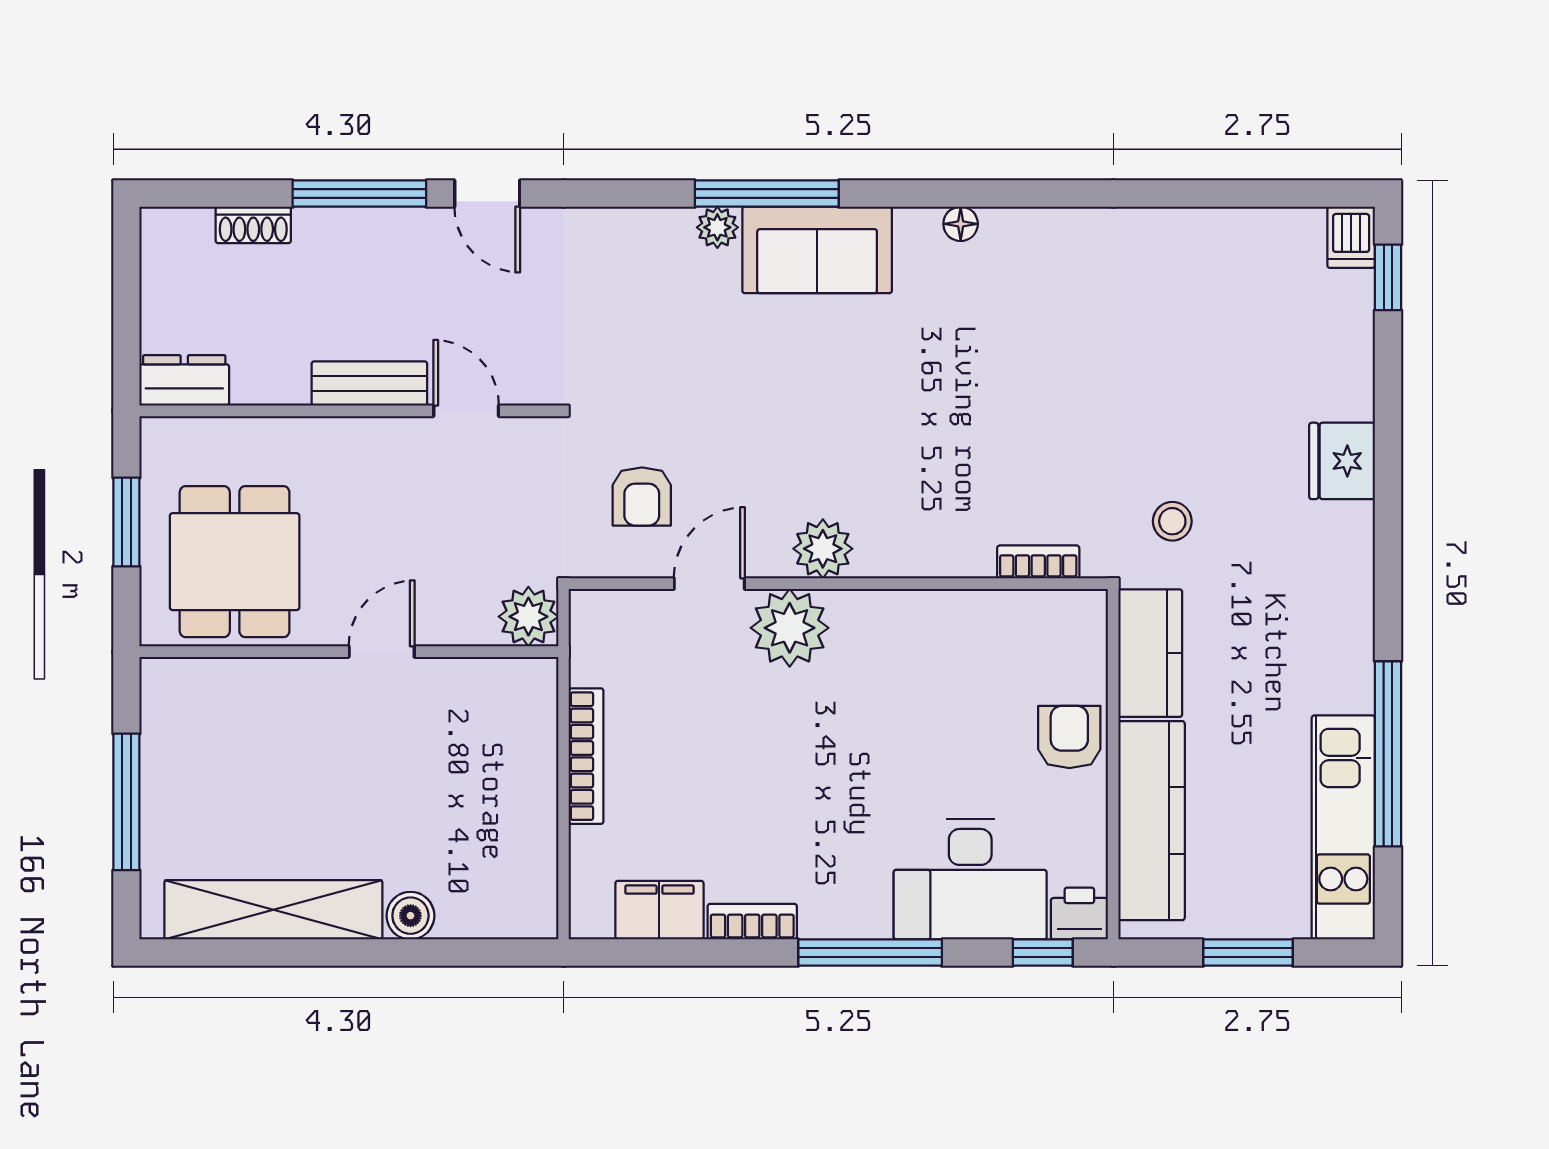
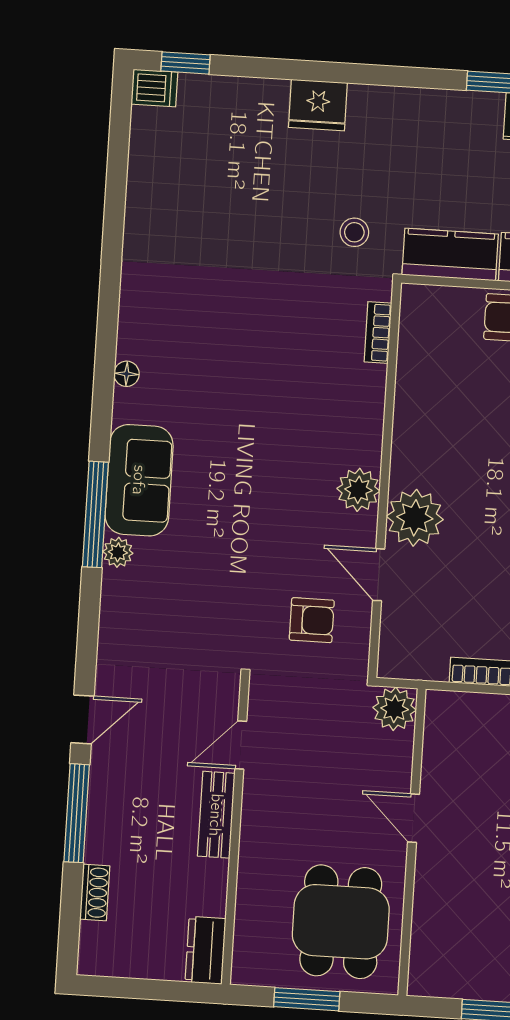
dining table: (235, 562) -> (341, 922), turned 90

